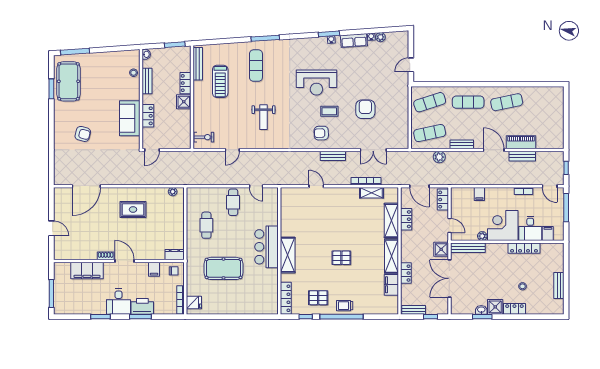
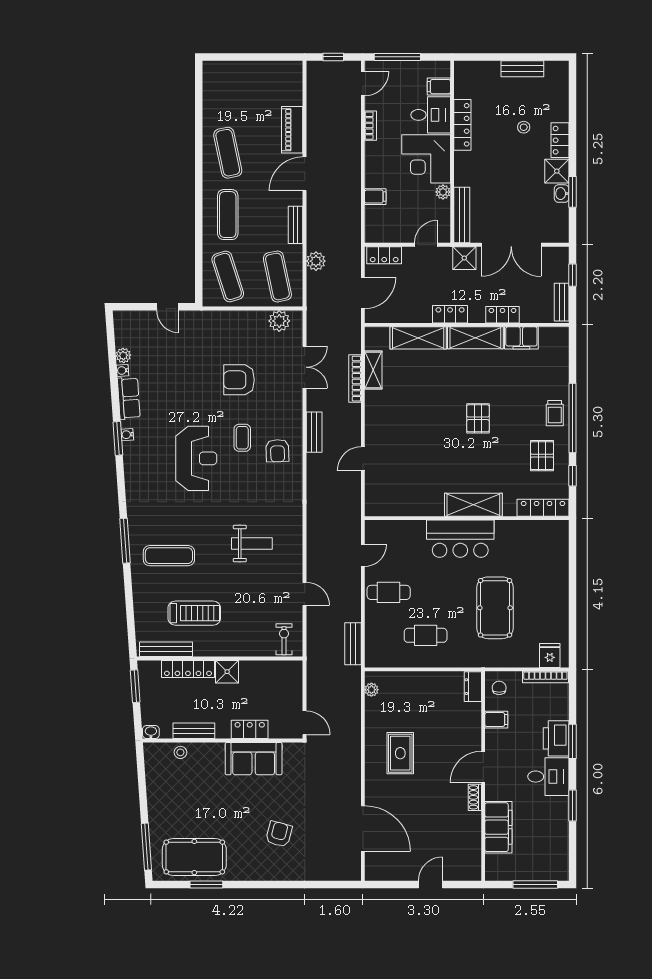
locker: (185, 83) -> (188, 669), width x1.53
plant: (402, 134) -> (279, 321), added
bench: (522, 156) -> (353, 644), moved
locker: (406, 219) -> (450, 314), moved

